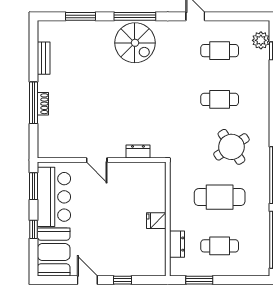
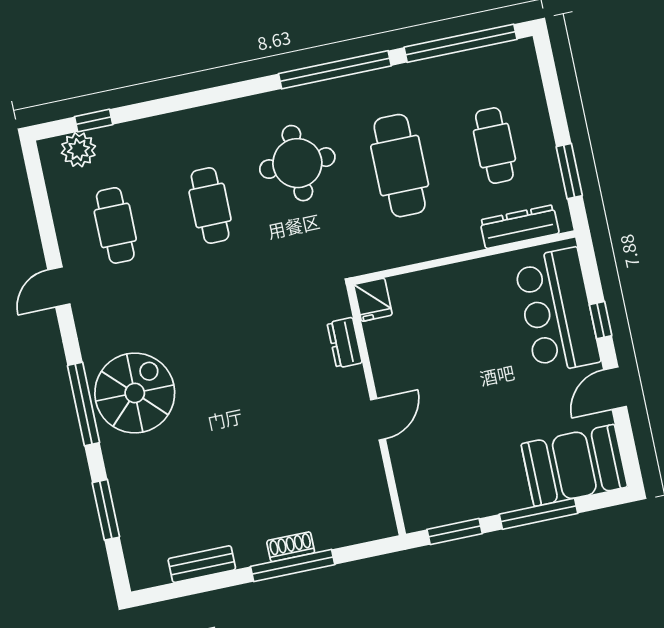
round table: (231, 147) -> (297, 163), turned 33
bar counter: (54, 197) -> (557, 311), moved, turned -90
fridge: (156, 221) -> (373, 300), moved
window: (34, 229) -> (538, 514), width x2.17
dresser: (177, 244) -> (520, 227), width x1.44

